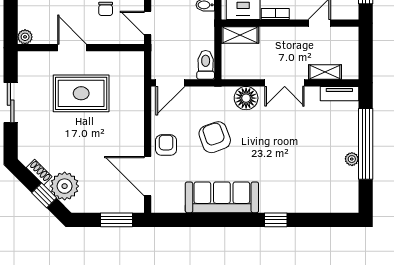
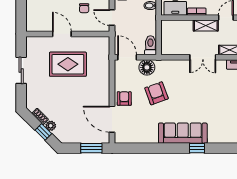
shelving: (240, 35) -> (206, 26), moved
plant: (25, 37) -> (31, 27), removed
door: (170, 83) -> (127, 57), swing flipped
floor lamp: (246, 98) -> (147, 67), moved
plant: (65, 186) -> (51, 126), width x0.53, depth x0.53
sofa: (222, 197) -> (183, 133), moved

